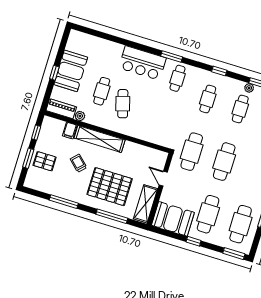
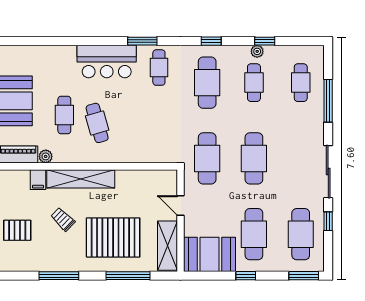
cafe table: (208, 99) -> (207, 83), width x1.37, depth x1.35

